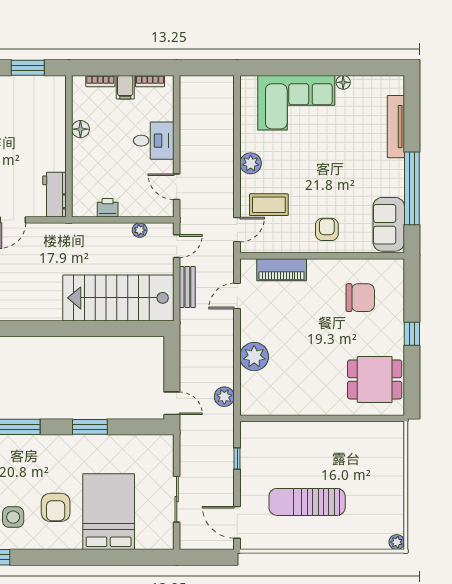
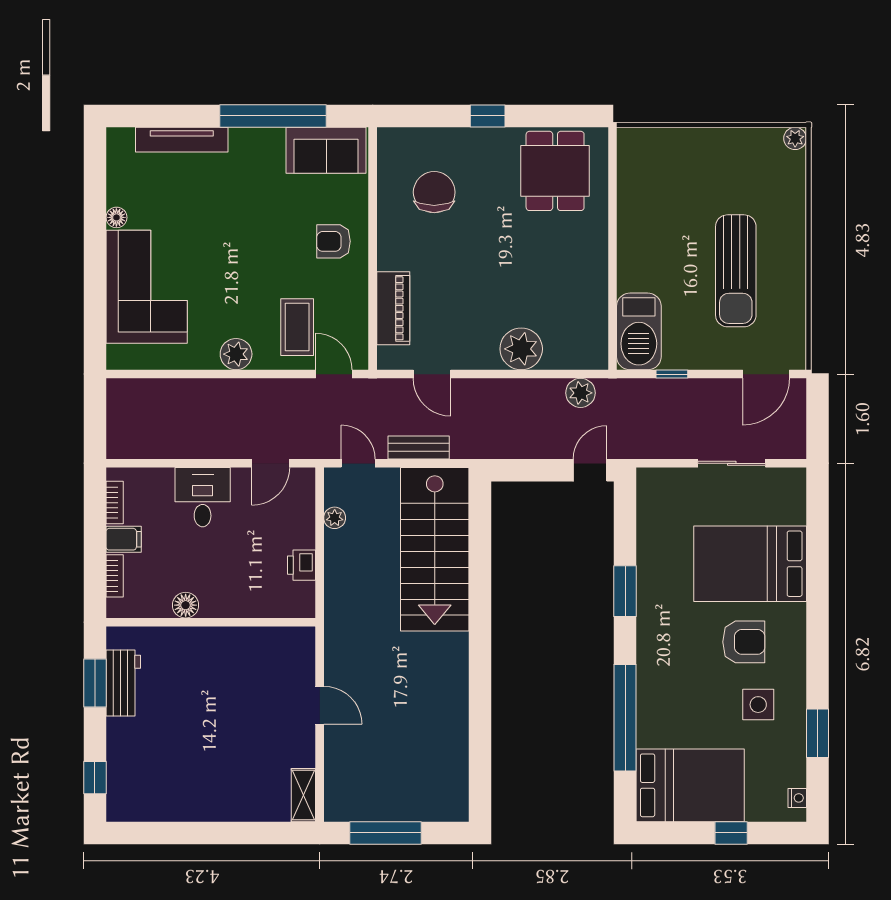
workbench: (54, 195) -> (123, 683), moved, turned -90
barbecue: (266, 436) -> (639, 331), added

